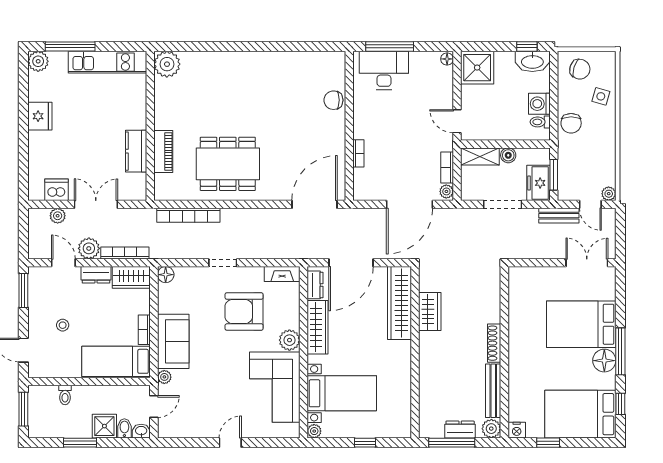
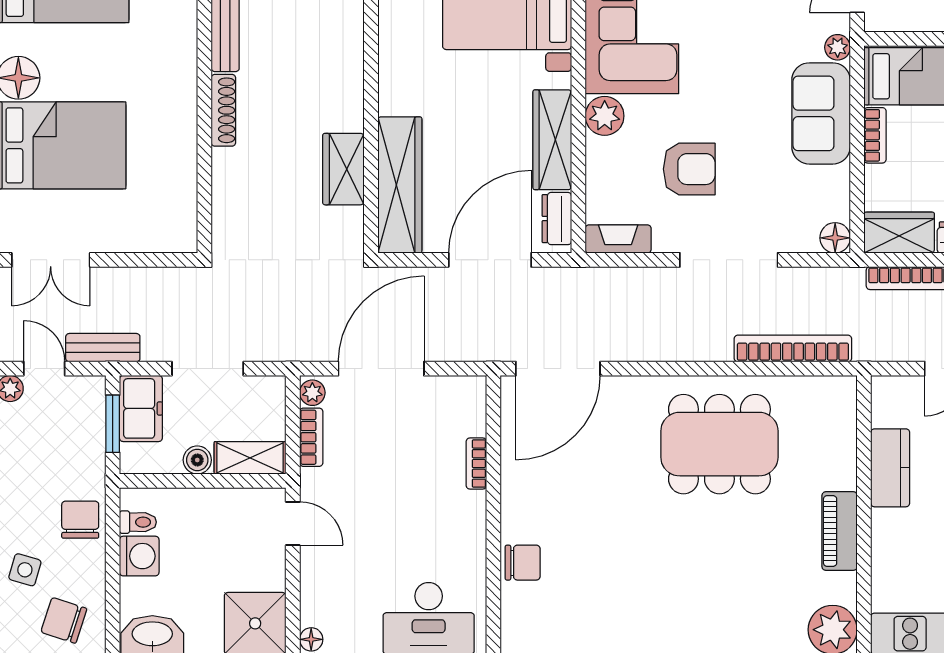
piano: (163, 152) -> (840, 531), moved
doorway: (223, 263) -> (729, 260), width x1.88
armchair: (244, 312) -> (689, 169), width x0.73, depth x0.73

